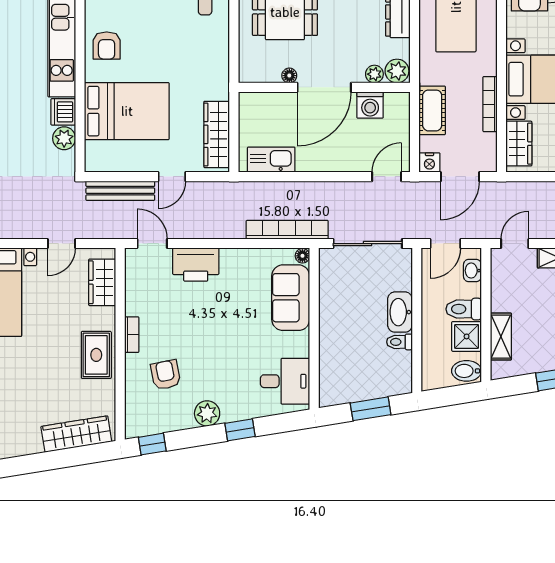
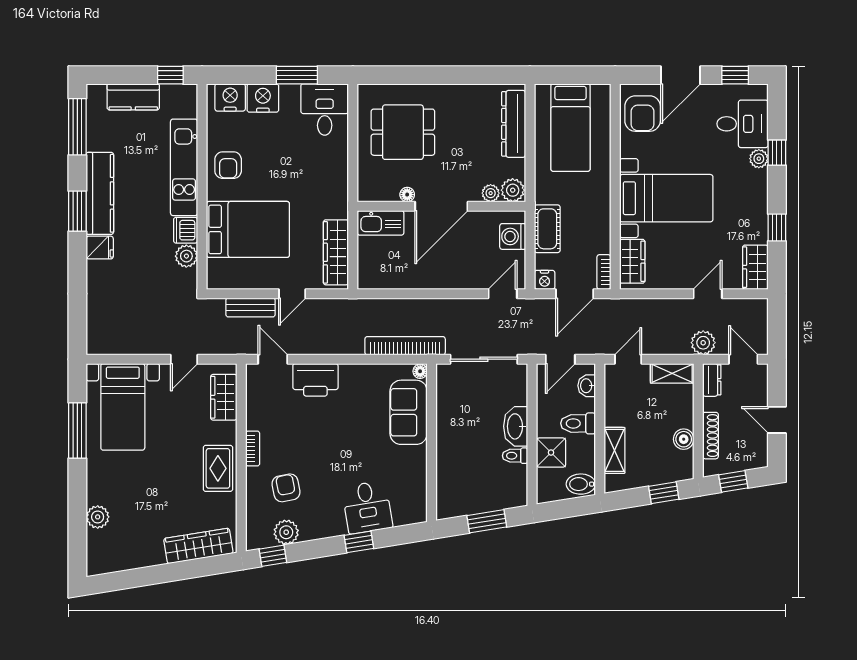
bookcase: (490, 104) -> (604, 272), moved, width x0.64
washing machine: (370, 105) -> (513, 236), moved, turned 90
kitchen sink: (271, 160) -> (381, 223), moved, turned 180
bench: (120, 191) -> (251, 307), width x0.73
shower: (467, 336) -> (551, 453), moved
desk: (285, 381) -> (367, 507), moved, turned 81
plant: (207, 413) -> (286, 532), moved

